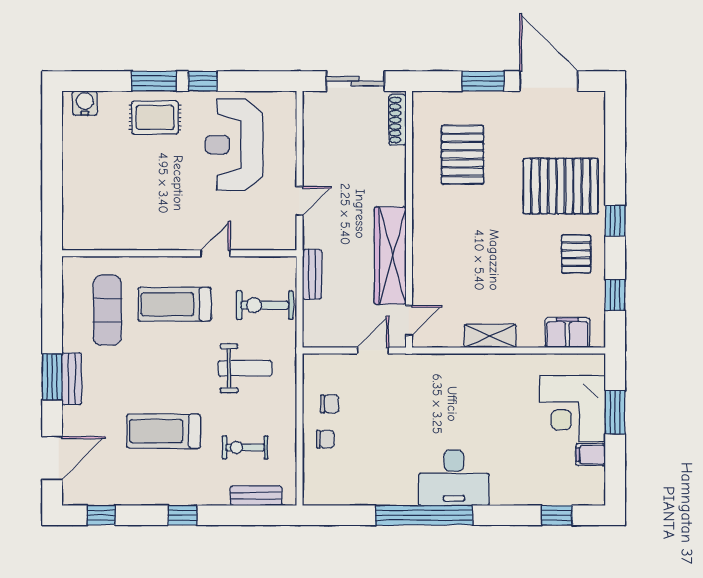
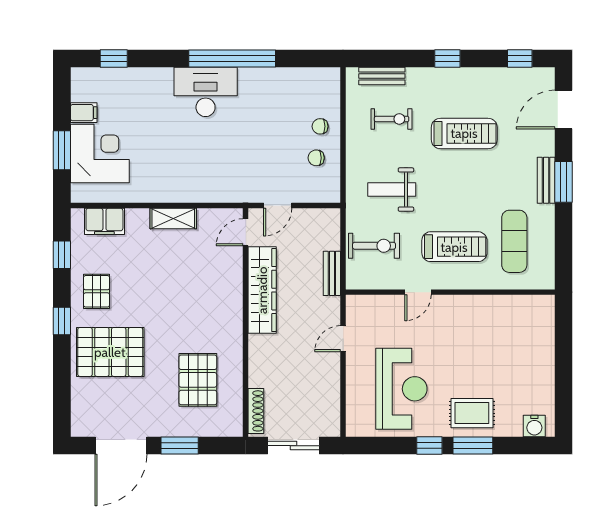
door: (549, 81) -> (121, 446), hinge flipped

